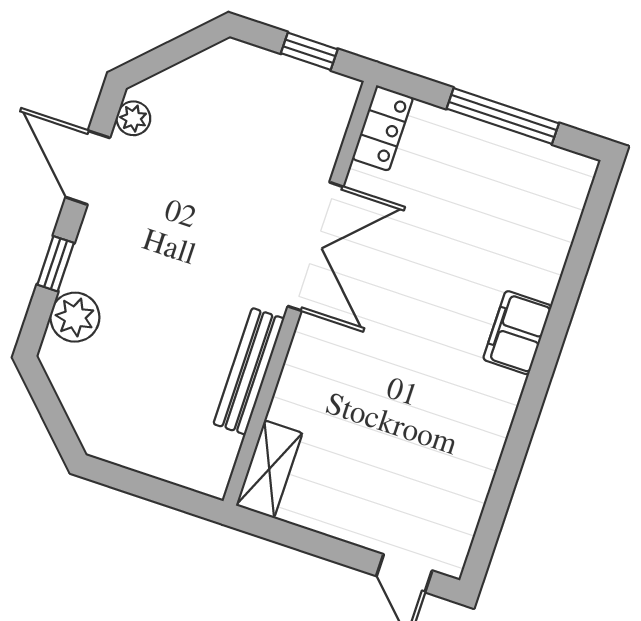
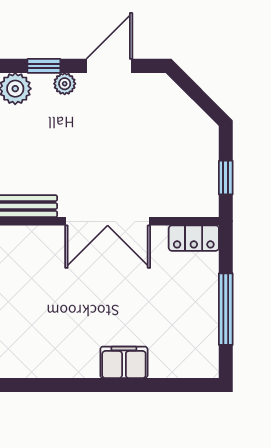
plant: (133, 118) -> (65, 84), moved
filing cabinet: (517, 333) -> (124, 362), moved

